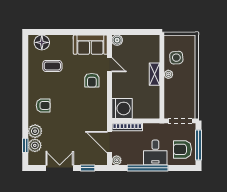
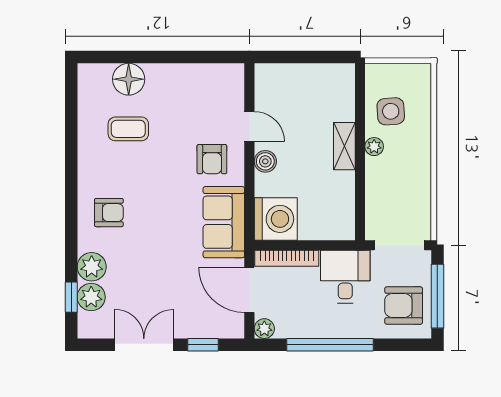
boiler: (117, 40) -> (265, 161), moved
floor lamp: (42, 42) -> (129, 79), moved
sofa: (90, 45) -> (224, 222), moved, turned 90
desk: (155, 153) -> (345, 277), moved, turned 180

